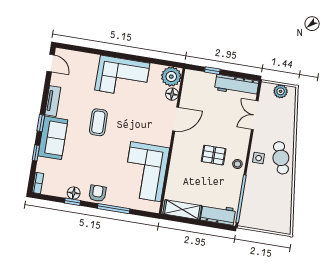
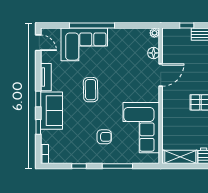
window: (111, 54) -> (92, 26), added
corner sofa: (122, 77) -> (84, 44), moved
plant: (171, 77) -> (154, 33), width x0.53, depth x0.53
floor lamp: (74, 193) -> (79, 158), removed
armchair: (97, 193) -> (104, 137), moved, turned 90

